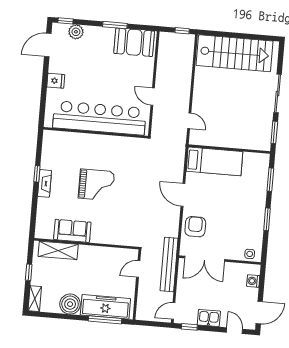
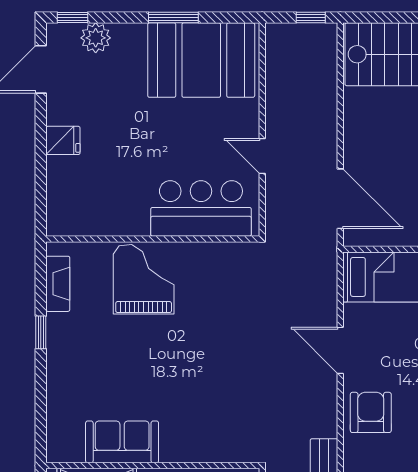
booth: (134, 42) -> (201, 60), width x1.36, depth x1.42
bar counter: (99, 118) -> (201, 208), width x0.54
door: (189, 121) -> (340, 199), width x1.87
fireplace: (45, 183) -> (58, 284), moved
grand piano: (96, 185) -> (144, 279), moved, turned -90

